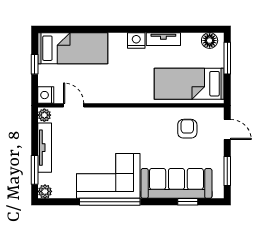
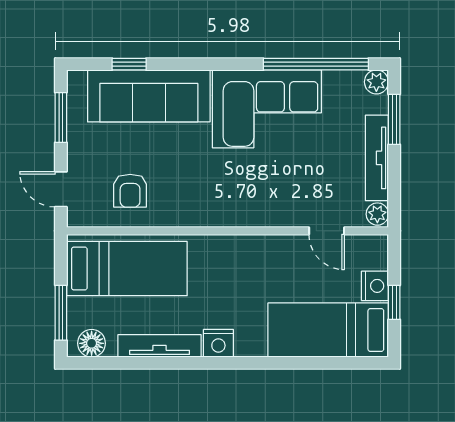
tv unit: (163, 39) -> (160, 346), width x1.41
nightstand: (46, 95) -> (375, 286), moved
window: (110, 202) -> (316, 64), moved

